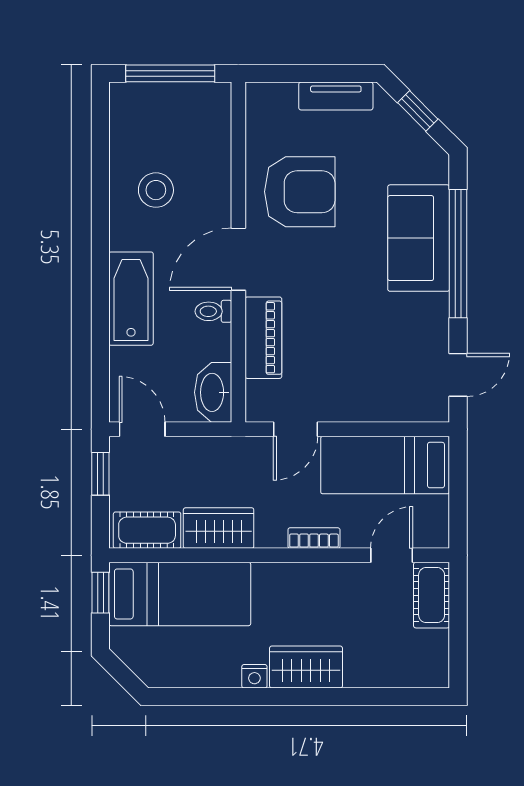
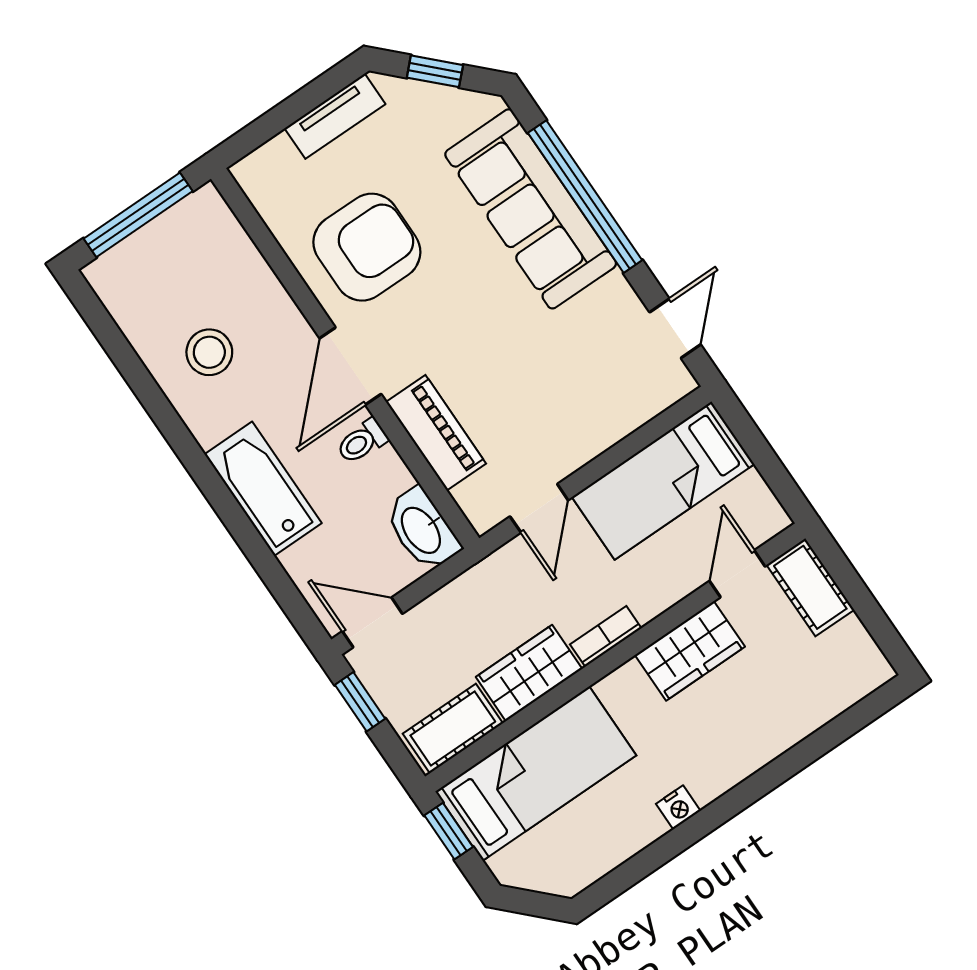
sofa: (419, 238) -> (531, 209), width x1.36
bookcase: (314, 538) -> (606, 636), moved
wardrobe: (306, 667) -> (690, 651), moved, turned 180

